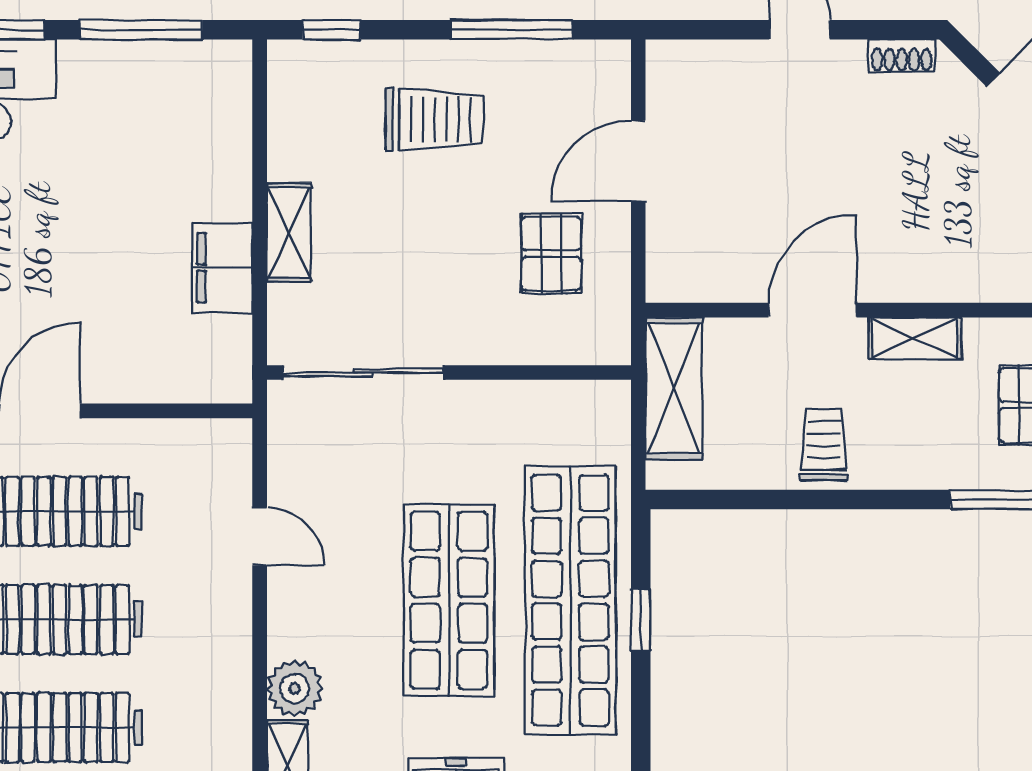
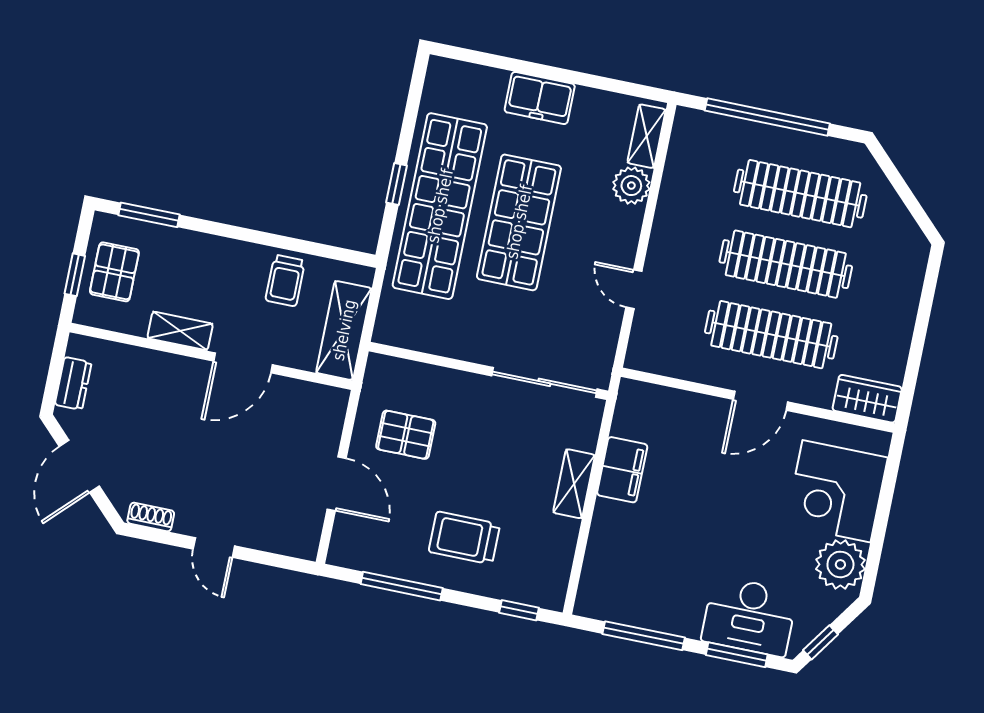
door: (638, 161) -> (337, 484), hinge flipped
pallet: (551, 254) -> (406, 435), turned 90
trolley: (824, 445) -> (285, 281), moved

